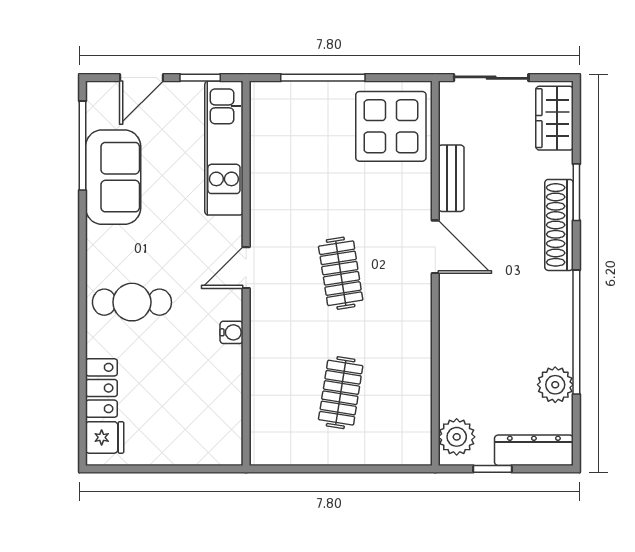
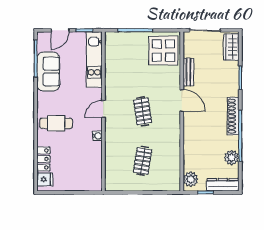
shoe rack: (559, 225) -> (233, 116), moved

